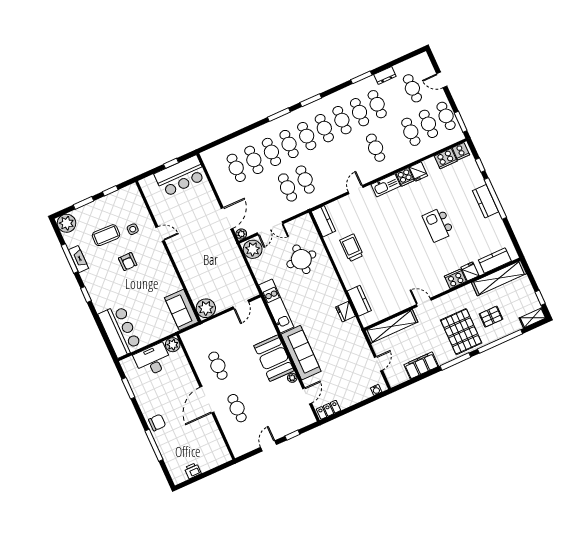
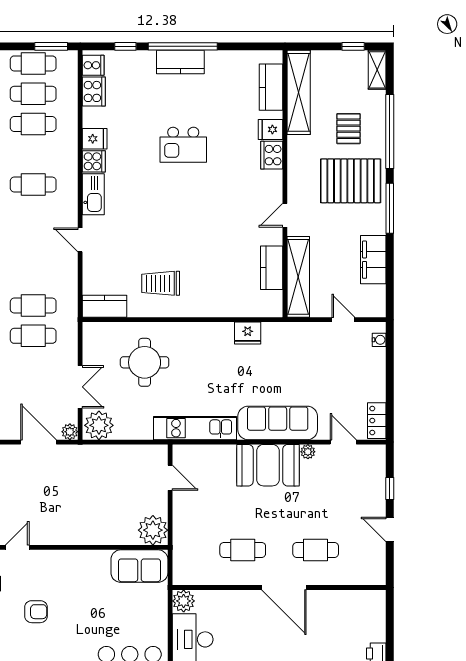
kitchen counter: (359, 301) -> (272, 268), moved, turned -90

